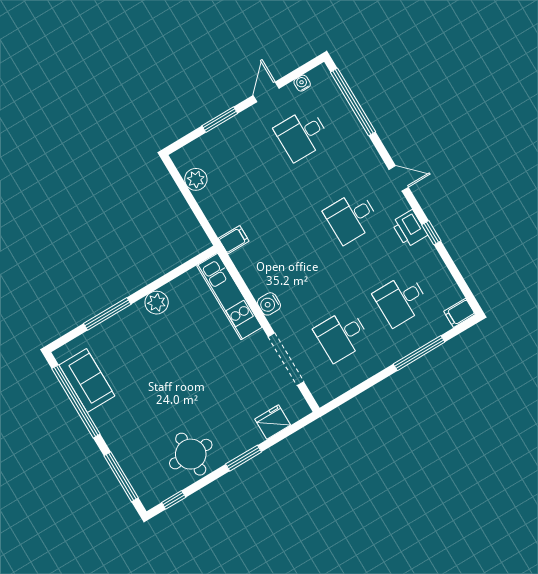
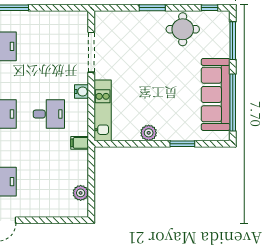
window: (220, 120) -> (45, 220), removed
window: (107, 314) -> (182, 144), width x0.69
desk: (342, 335) -> (49, 114), moved
sofa: (87, 380) -> (216, 94), width x1.85, depth x1.27
fridge: (273, 422) -> (122, 19), removed

